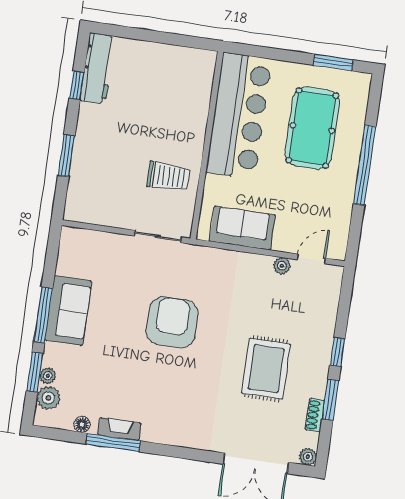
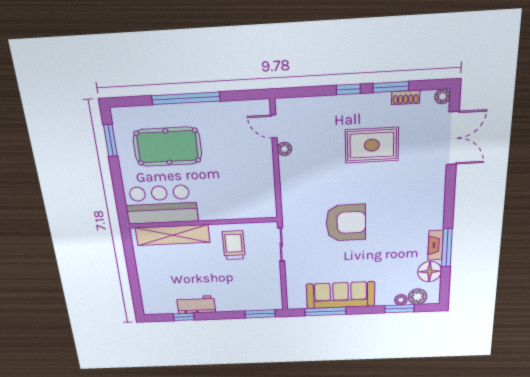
workbench: (98, 68) -> (196, 305), moved, width x0.73
shelving: (198, 103) -> (173, 235), added
bar counter: (239, 116) -> (161, 205), width x0.73
window: (66, 156) -> (260, 314), moved
sofa: (242, 228) -> (261, 185), removed
sofa: (68, 311) -> (341, 295), width x1.36
window: (43, 315) -> (325, 311), moved
armchair: (172, 322) -> (346, 223), turned 180
floor lamp: (82, 424) -> (430, 271), width x1.89, depth x1.89

